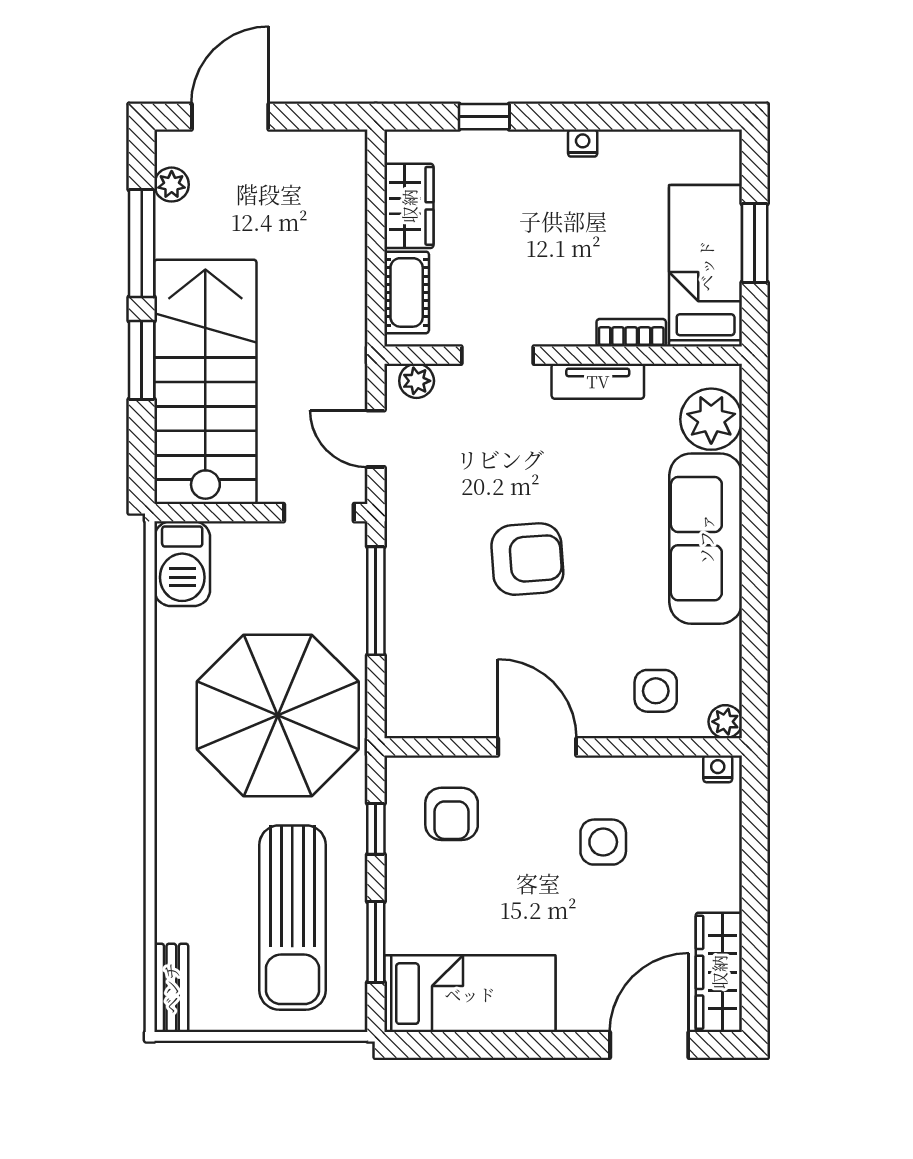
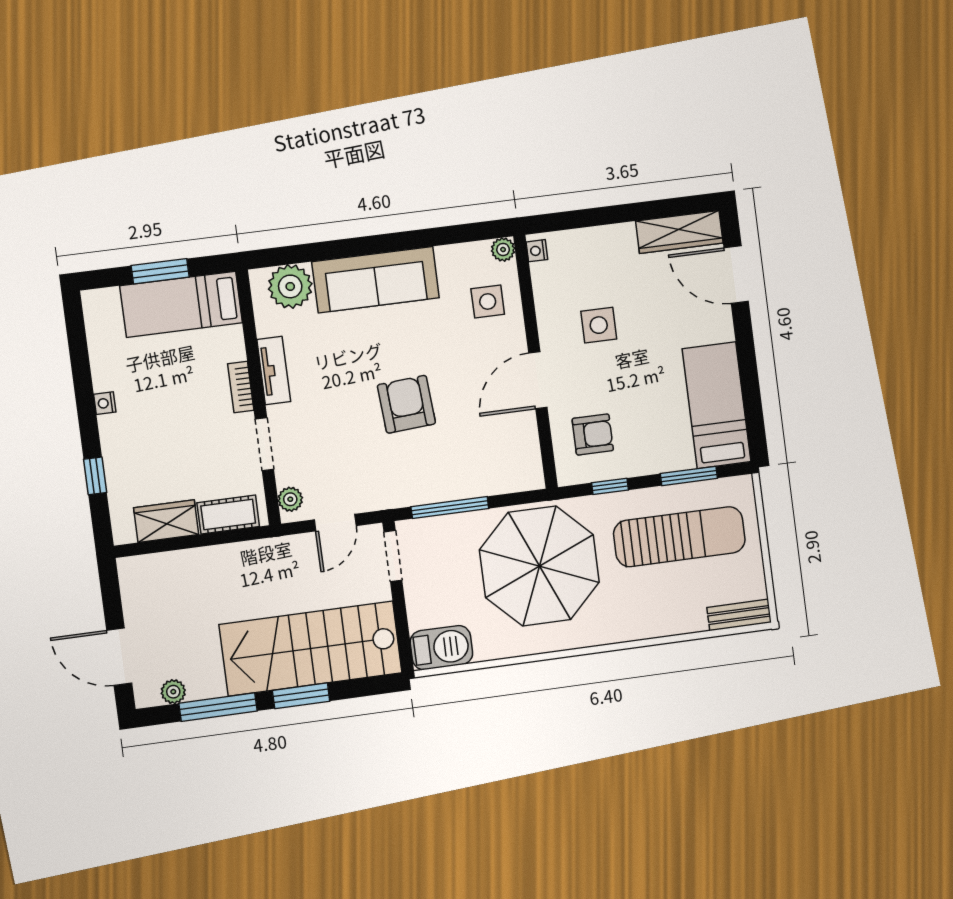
bookcase: (631, 333) -> (241, 387), moved

